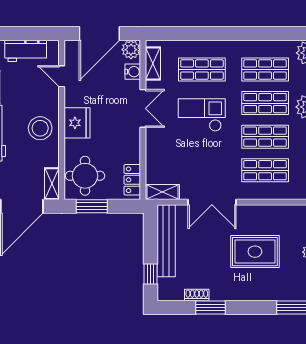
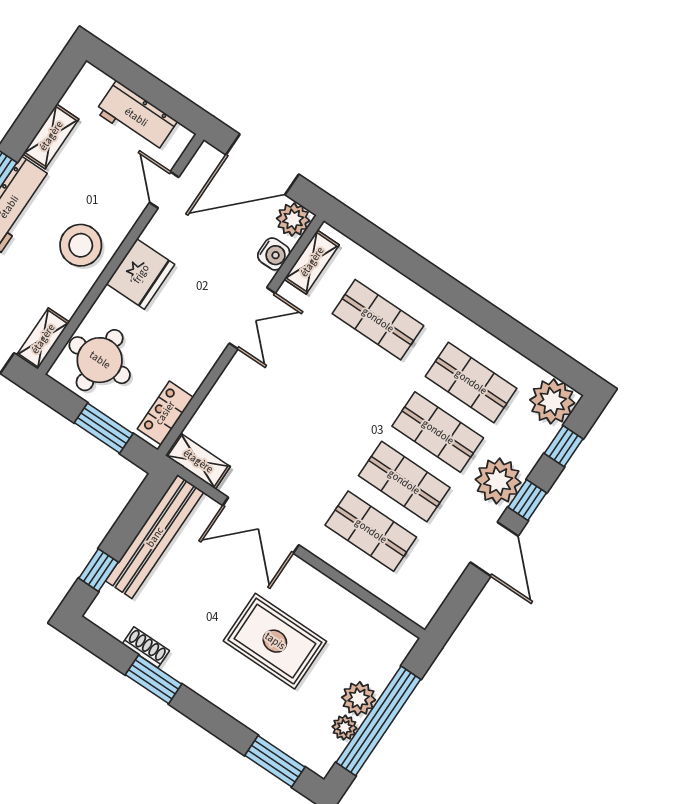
checkout: (202, 115) -> (332, 387), removed
window: (92, 206) -> (104, 428), moved

